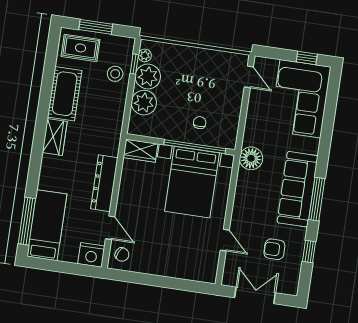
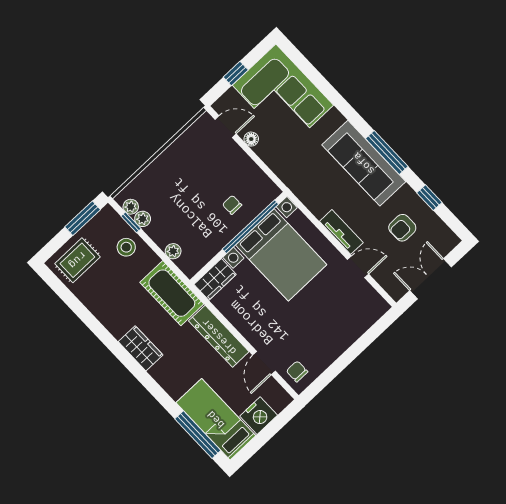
window: (96, 27) -> (83, 218), moved
window: (307, 58) -> (236, 74), moved
plant: (148, 76) -> (143, 219), width x0.53, depth x0.53
cot: (65, 94) -> (172, 293), moved
plant: (144, 103) -> (173, 251), width x0.53, depth x0.53
floor lamp: (251, 158) -> (251, 139), moved, width x0.53, depth x0.53
tv unit: (239, 210) -> (341, 232), added
door: (110, 228) -> (264, 363), swing flipped
nightstand: (91, 255) -> (259, 416), moved
chair: (122, 255) -> (297, 371), turned -115

